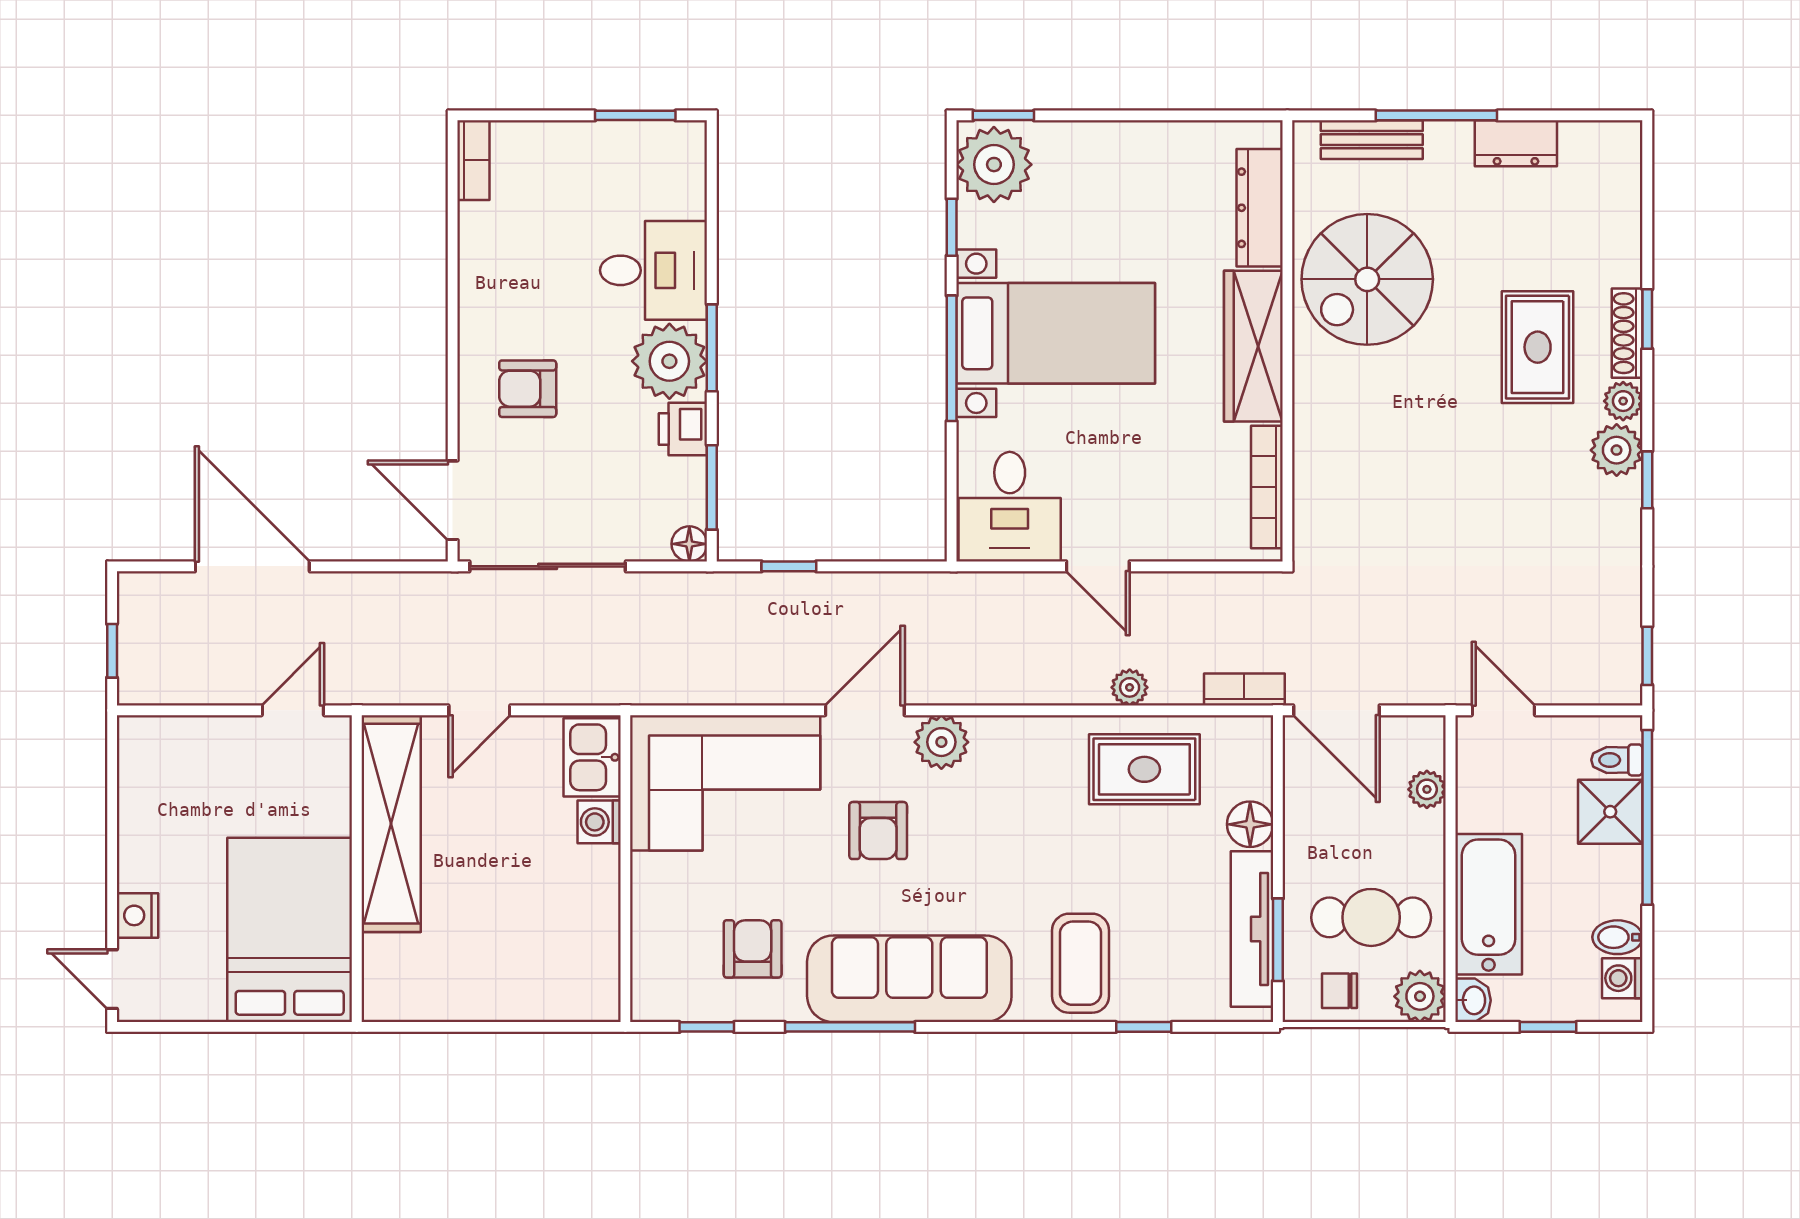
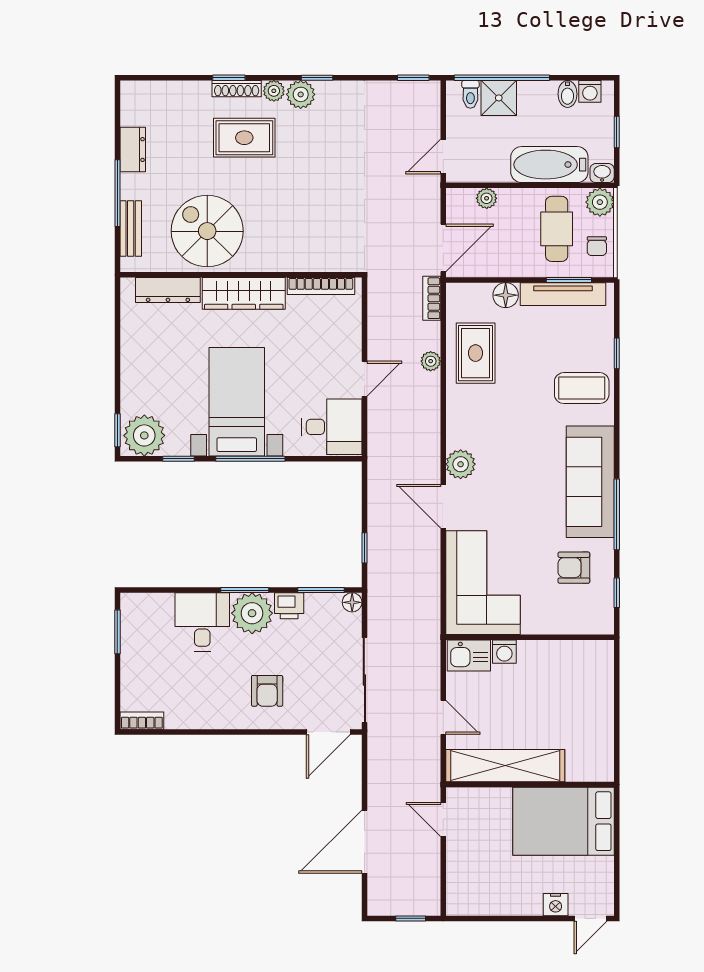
spiral stairs: (1367, 279) -> (207, 231), turned 180
armchair: (878, 831) -> (509, 499), removed

